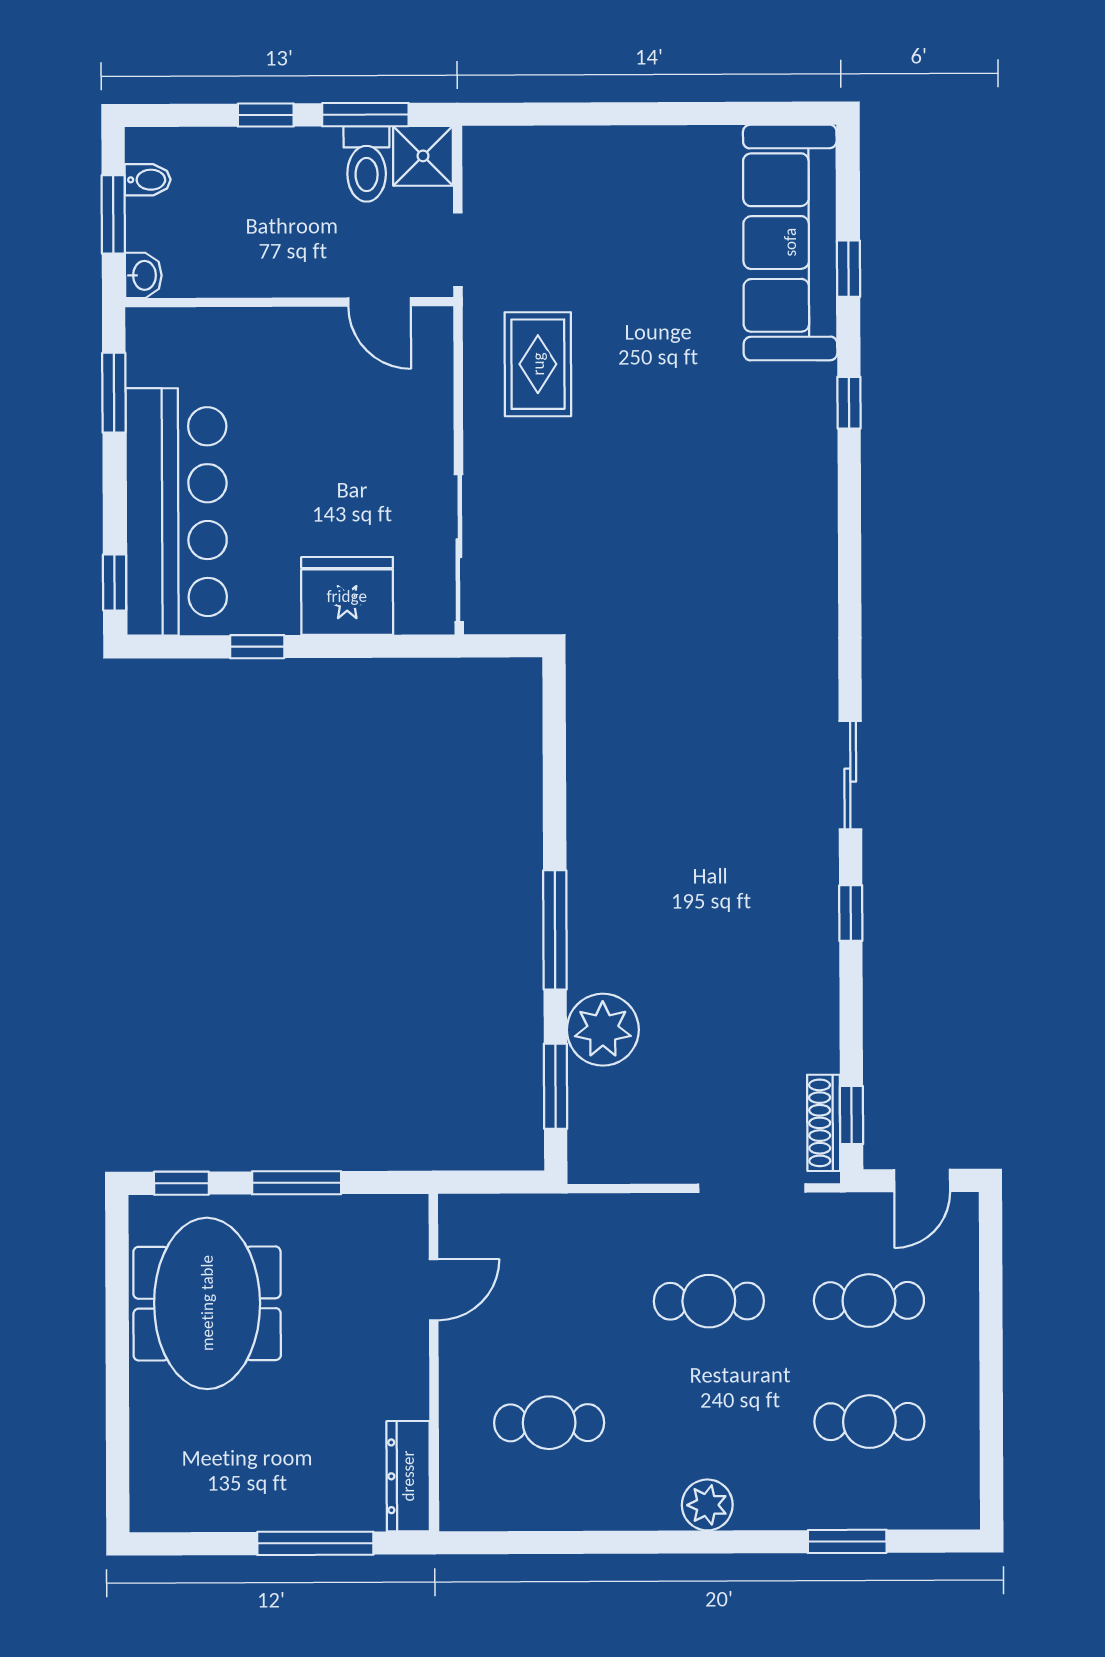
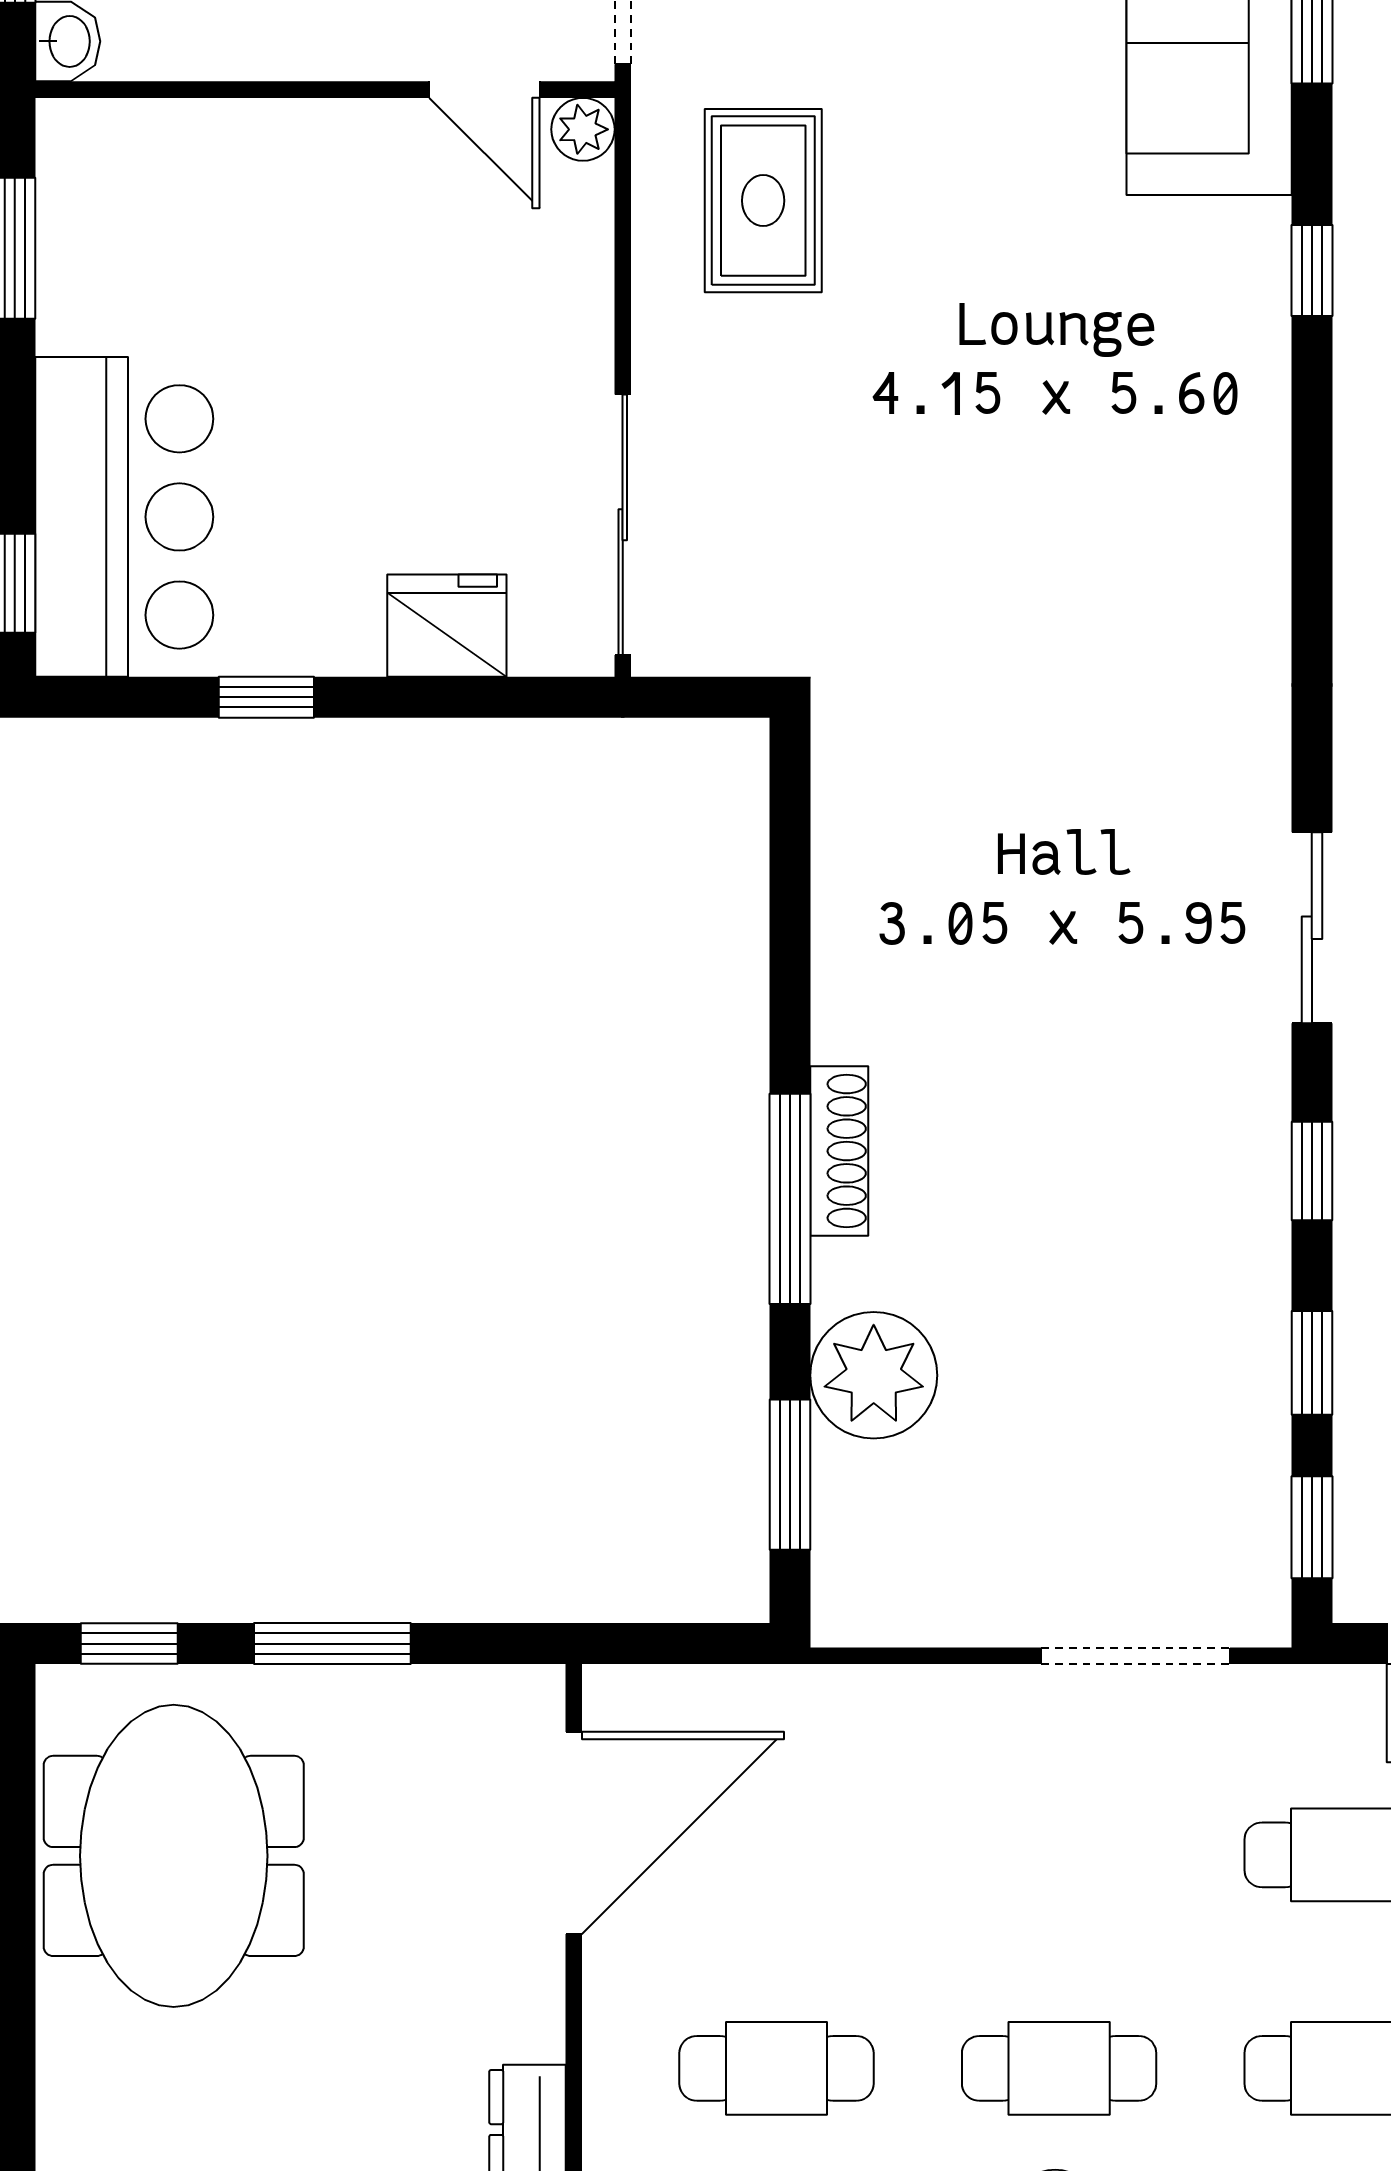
plant: (436, 324) -> (583, 129), added
bar counter: (176, 512) -> (124, 517), width x0.73
fridge: (347, 596) -> (447, 626), width x0.73, depth x0.75
window: (851, 1022) -> (1312, 1363), added
shoe rack: (824, 1123) -> (839, 1151), moved, turned 180
door: (434, 1290) -> (574, 1833), width x1.87
cafe table: (709, 1301) -> (1059, 2068), moved

